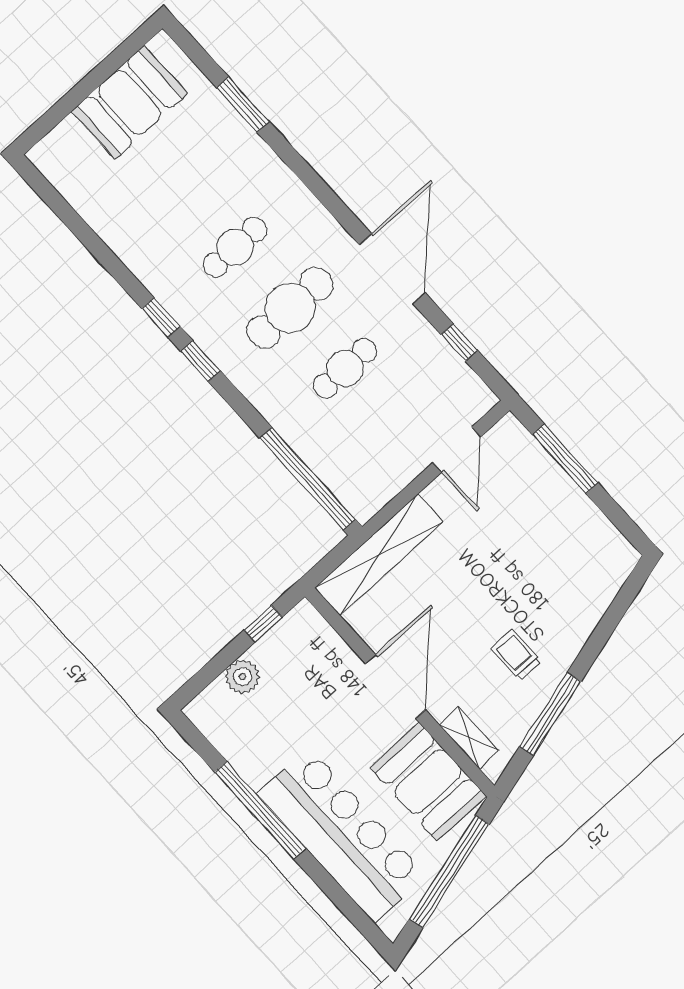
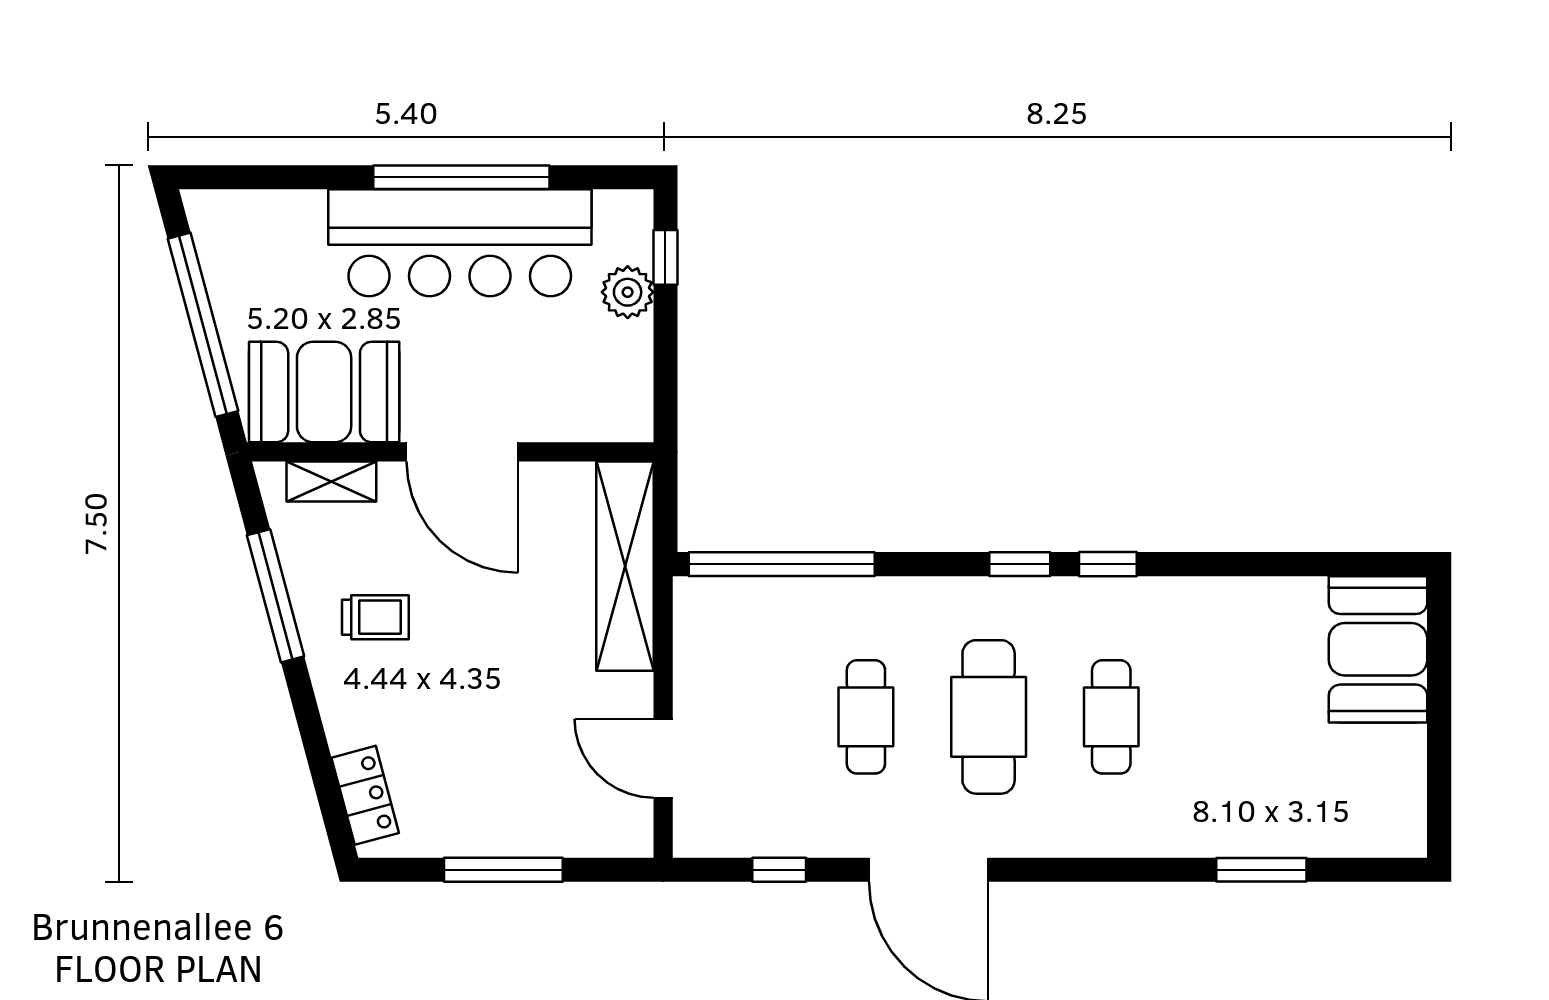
booth: (130, 102) -> (1378, 649), moved
window: (565, 459) -> (503, 870), moved
locker: (609, 580) -> (365, 795), added
window: (263, 624) -> (665, 257), moved
bar counter: (342, 835) -> (460, 243), moved

